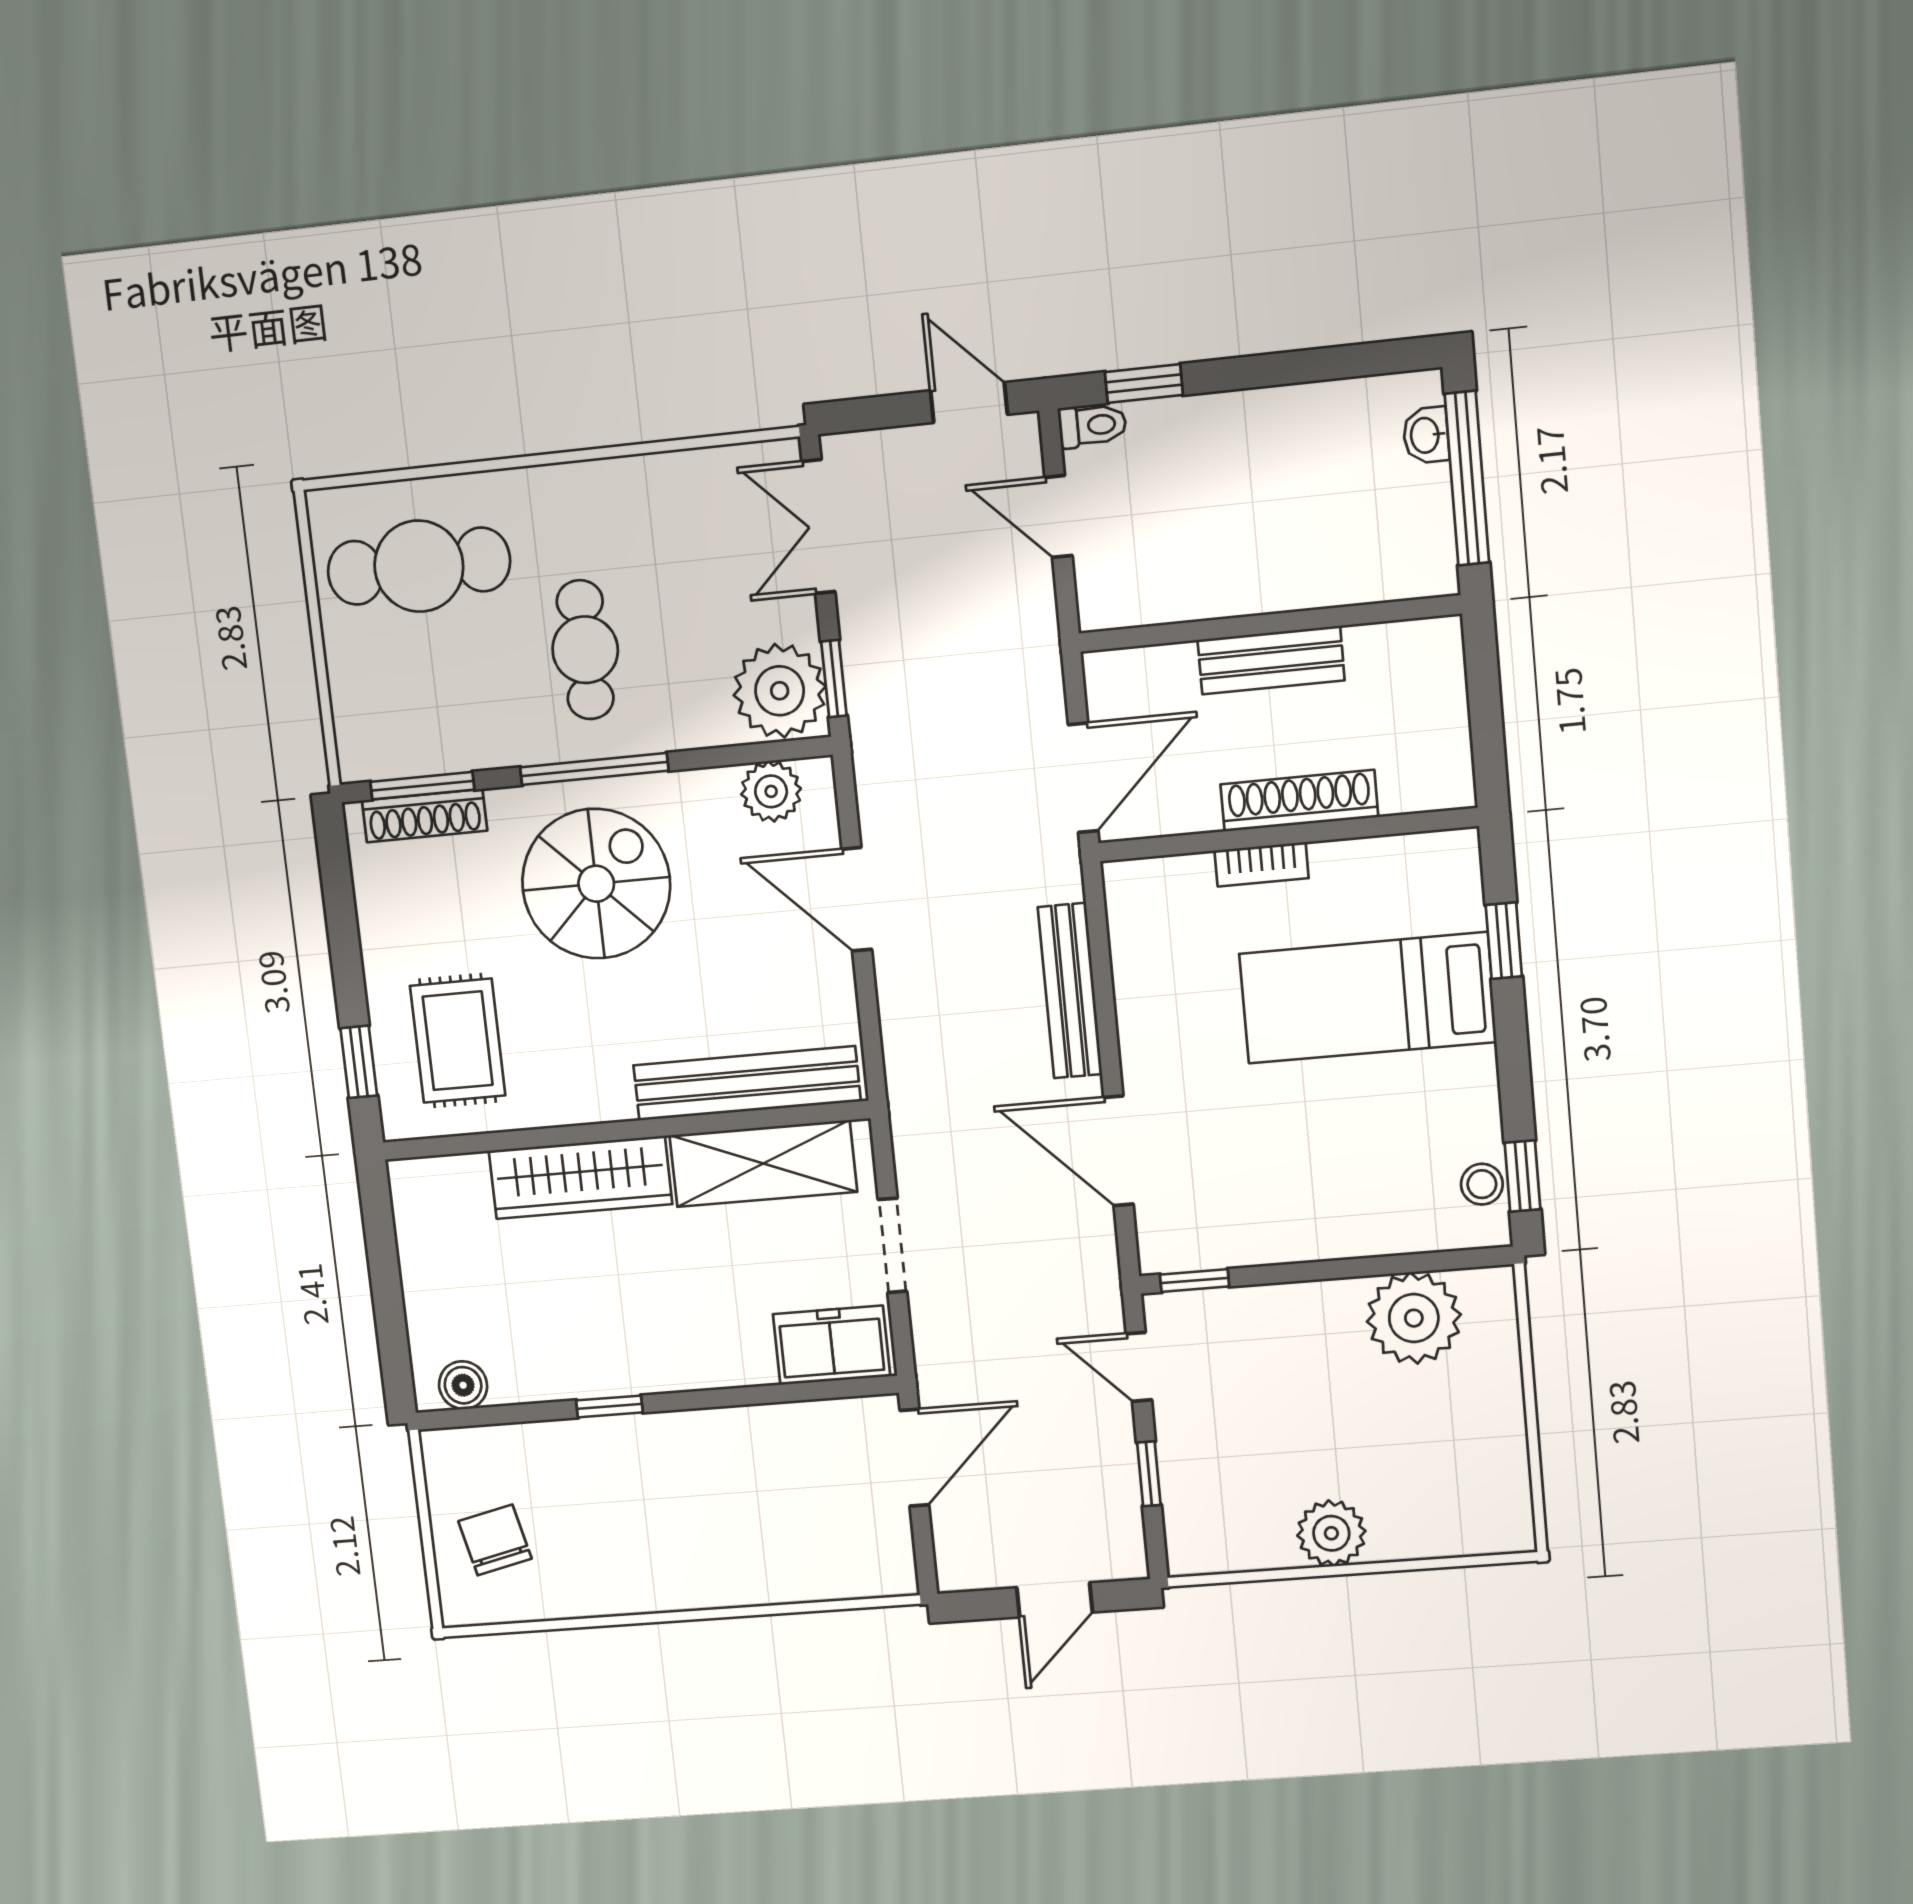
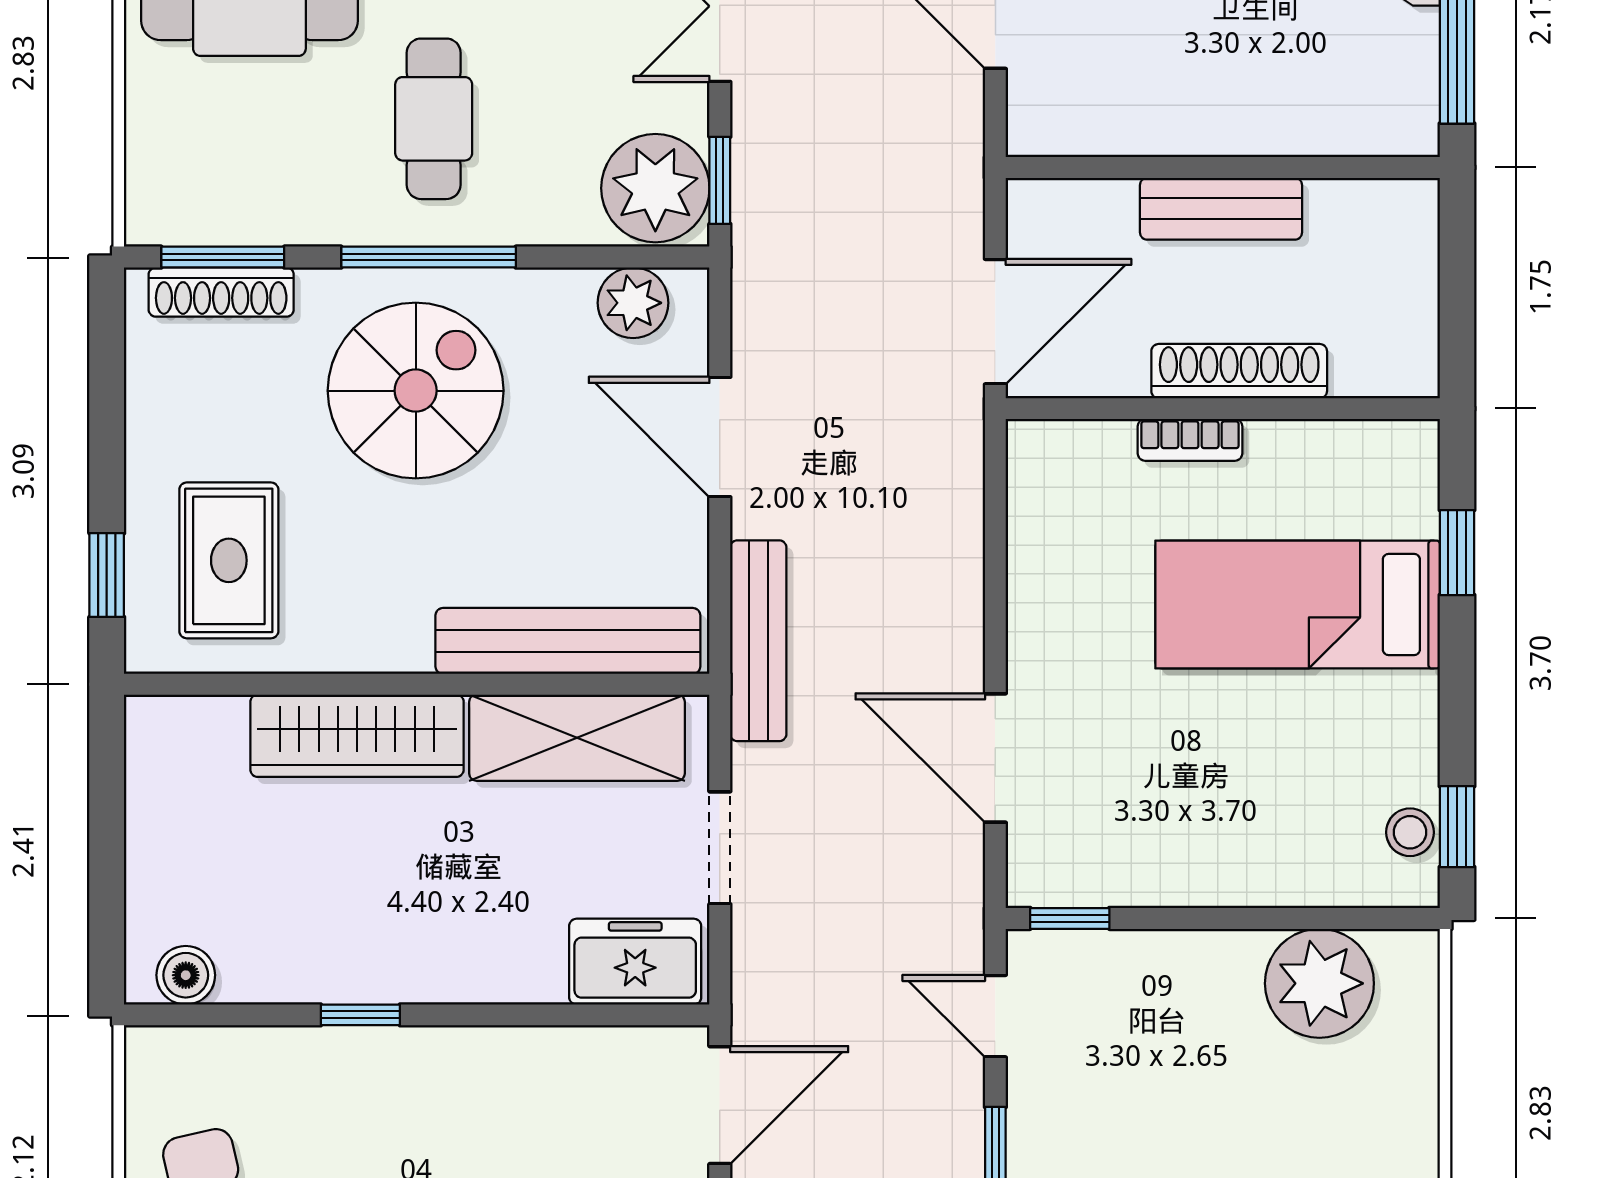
bench: (1070, 991) -> (758, 641), moved

